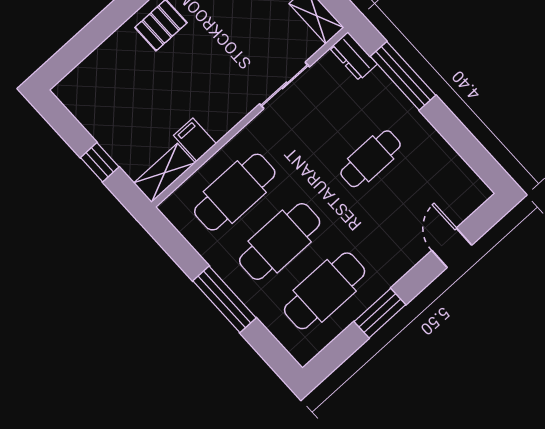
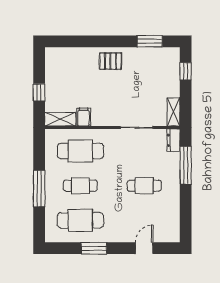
cafe table: (280, 241) -> (80, 186), width x0.73, depth x0.74

